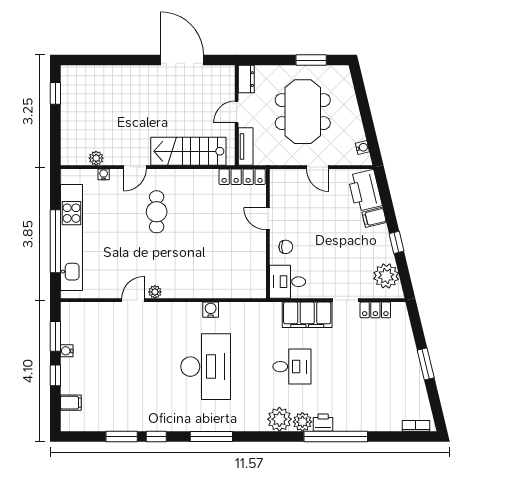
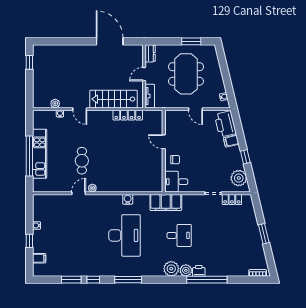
door: (135, 167) -> (80, 109), hinge flipped
locker: (242, 177) -> (128, 115), moved
cafe table: (157, 212) -> (82, 161), moved
kitchen unit: (72, 238) -> (40, 154), width x0.73
filing cabinet: (307, 315) -> (166, 203), moved
window: (55, 336) -> (29, 216), removed

